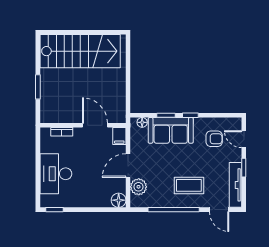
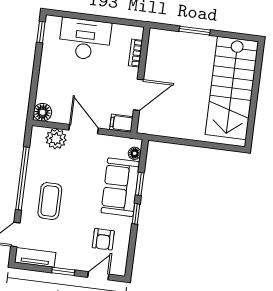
tv unit: (236, 185) -> (35, 257), width x0.71

